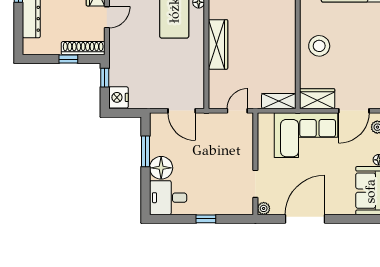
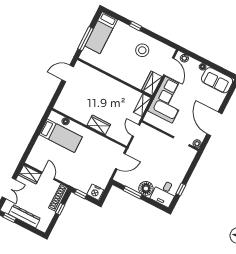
wardrobe: (218, 44) -> (99, 125), width x0.67
stool: (319, 46) -> (142, 50), moved
window: (206, 219) -> (181, 189), moved

